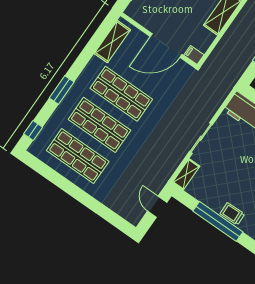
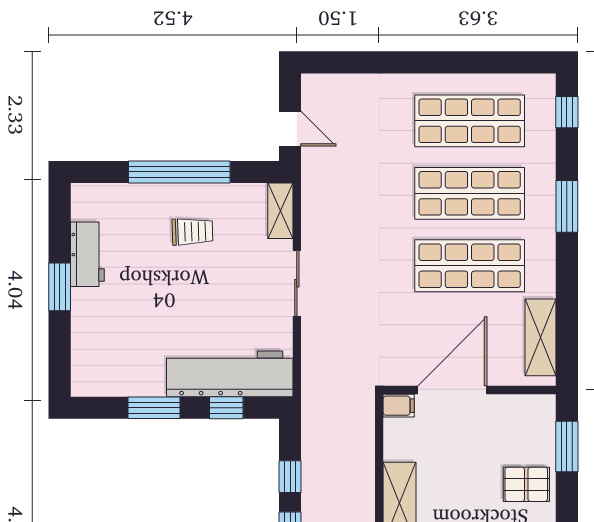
trolley: (232, 214) -> (192, 232), moved

